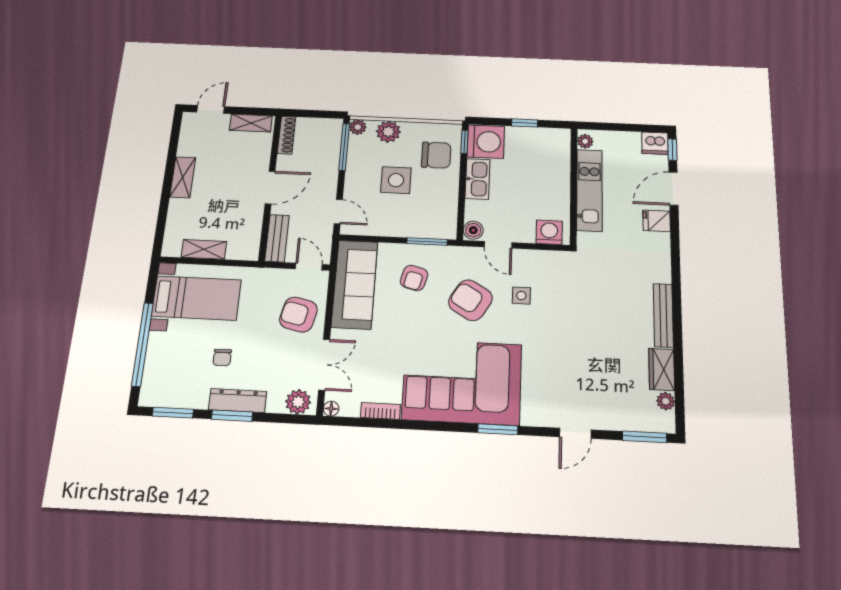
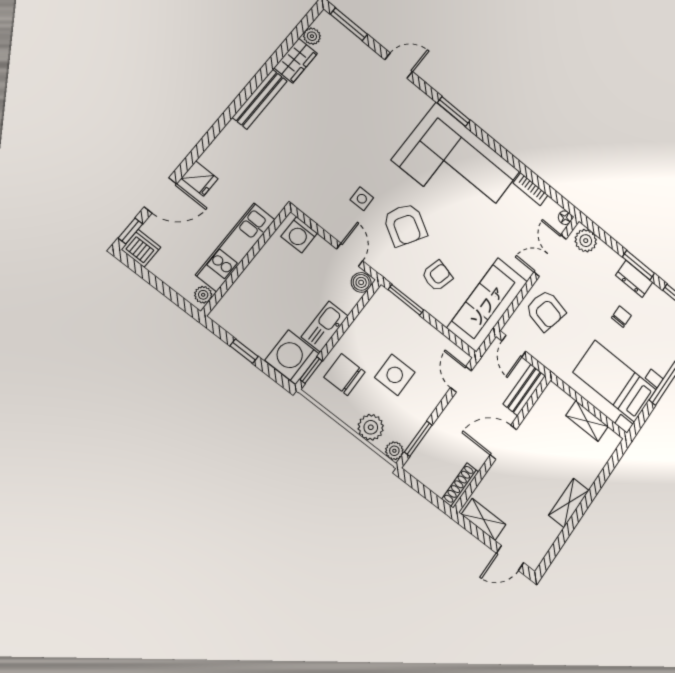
window: (344, 147) -> (418, 439), width x0.69
dresser: (238, 401) -> (634, 279), width x0.70

